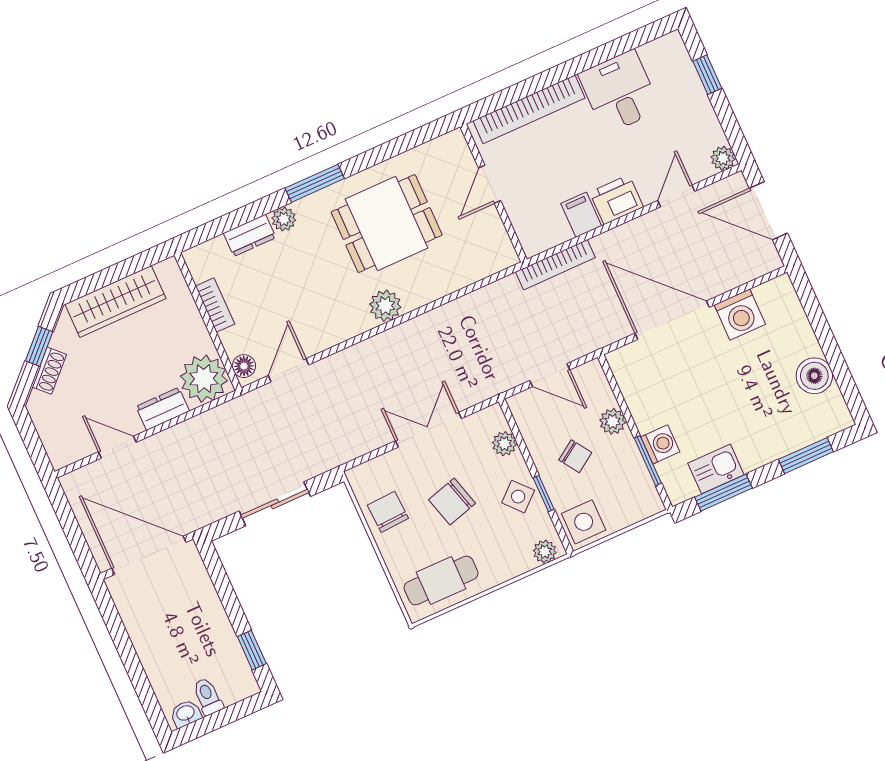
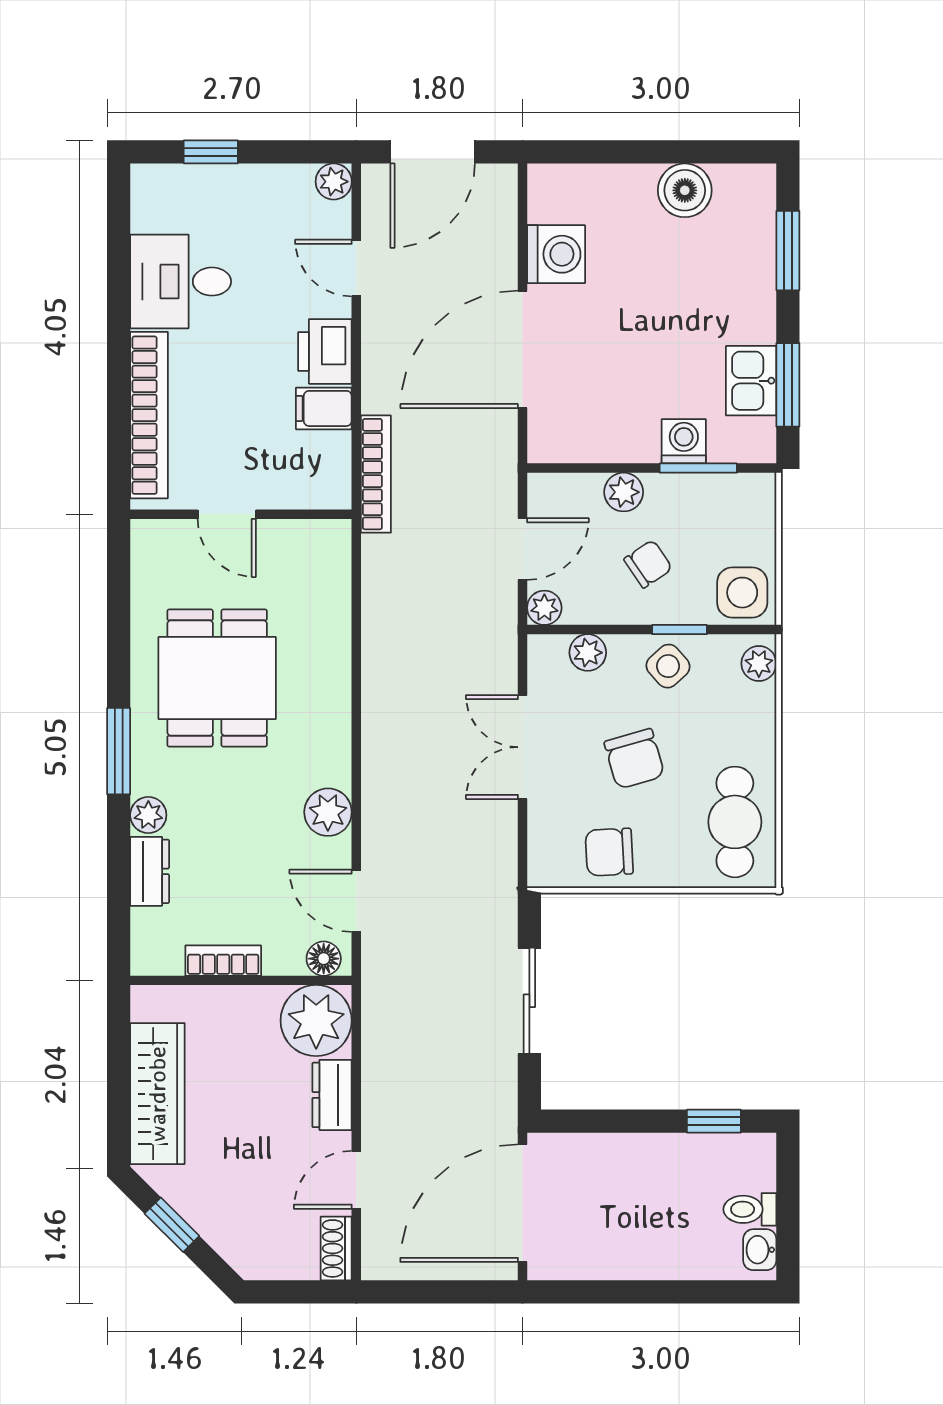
plant: (385, 306) -> (328, 812), moved
shoe rack: (49, 371) -> (336, 1248), moved, turned -135
plant: (520, 405) -> (544, 608), added

